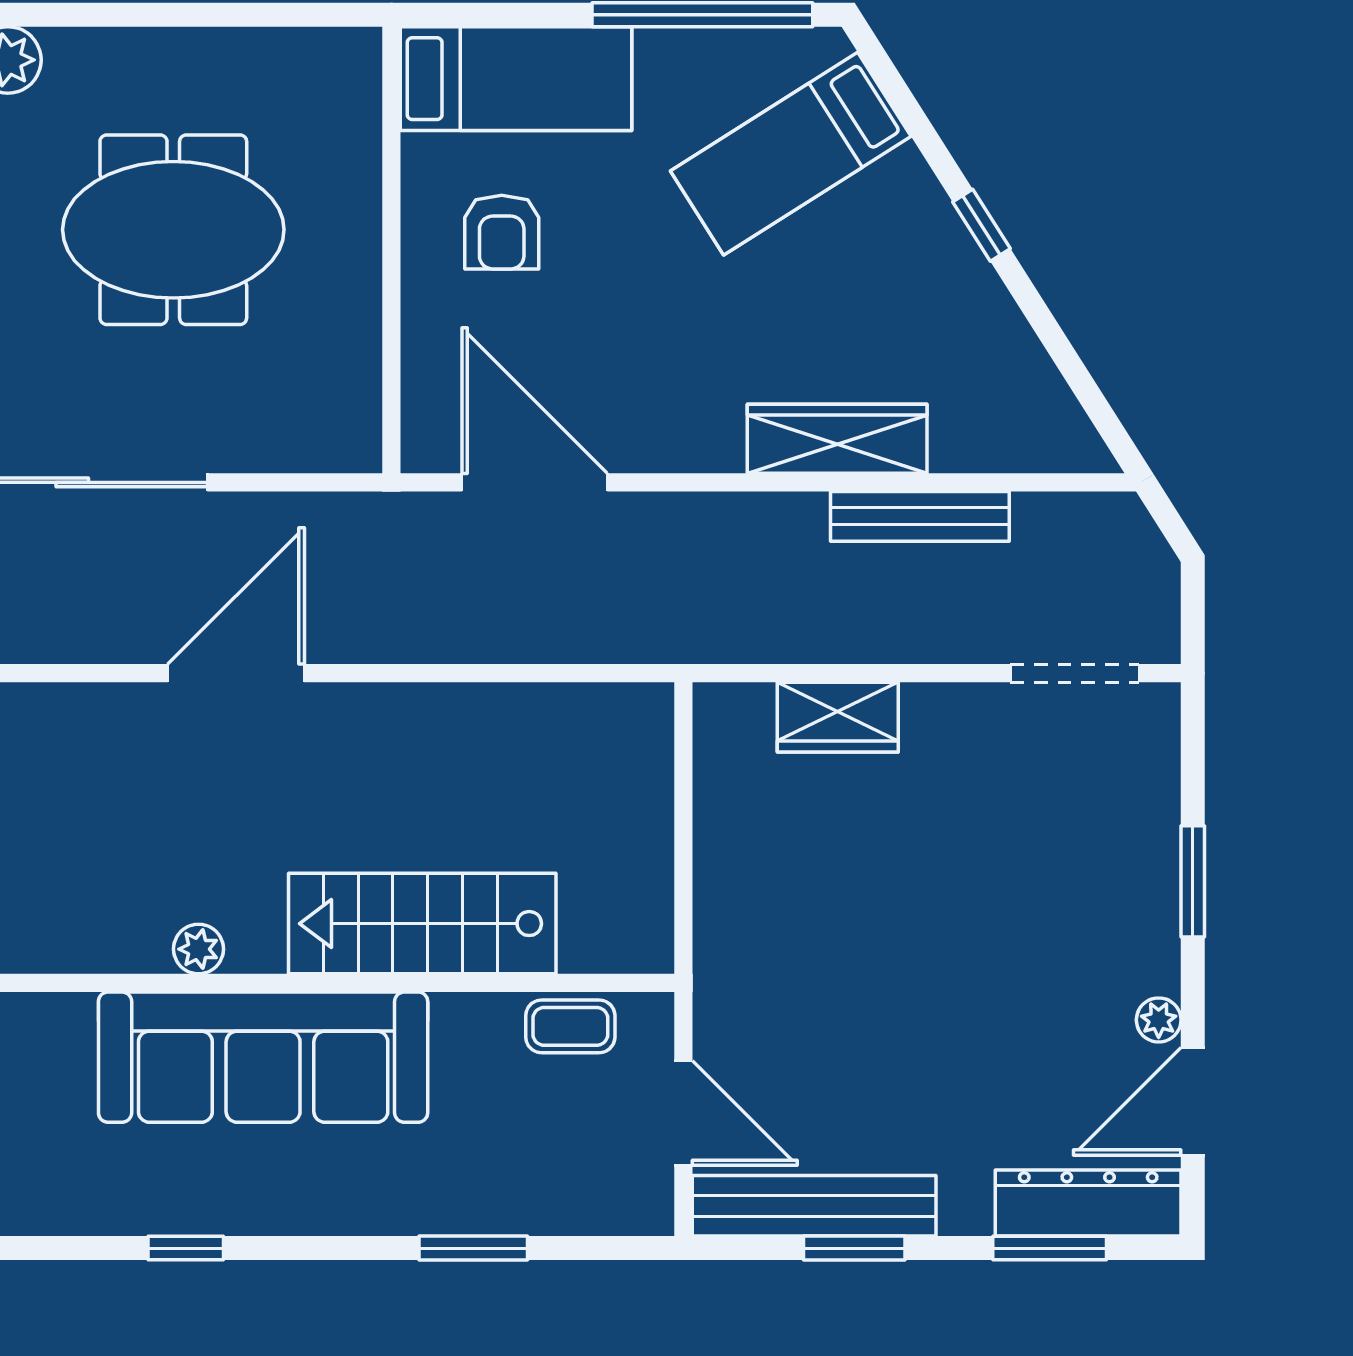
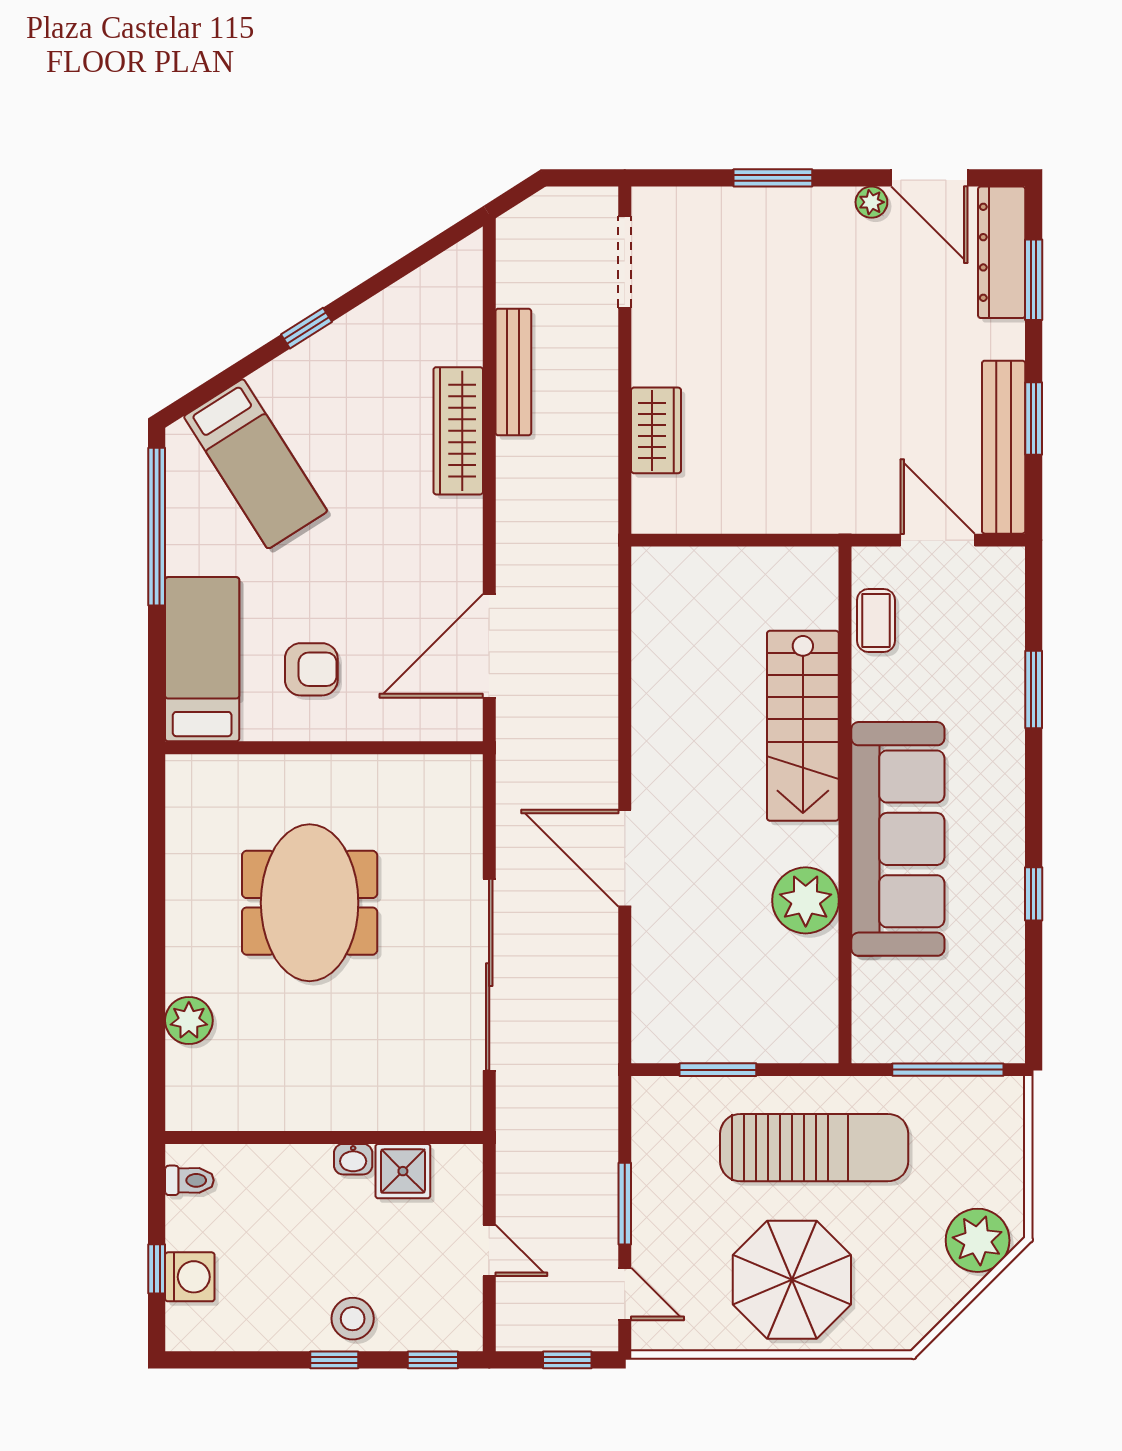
plant: (198, 949) -> (806, 900), width x1.88, depth x1.88
door: (683, 1113) -> (938, 540), hinge flipped

